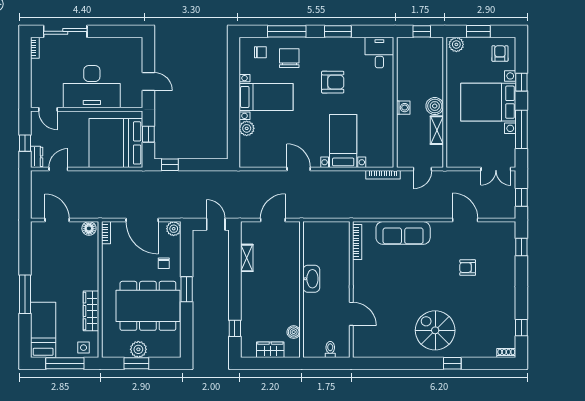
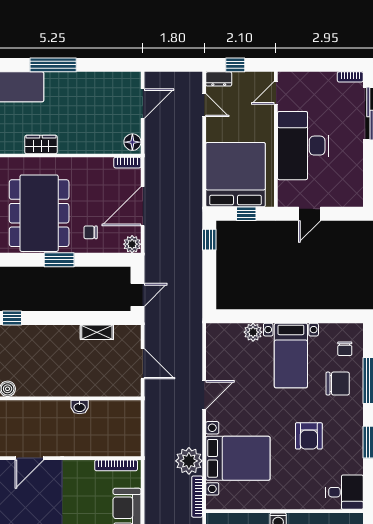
bed with nightstands: (343, 141) -> (238, 458), width x1.36
plant: (353, 182) -> (189, 461), added
washbasin: (311, 279) -> (80, 407), width x0.52, depth x0.69
wardrobe: (91, 311) -> (41, 145), width x0.67

